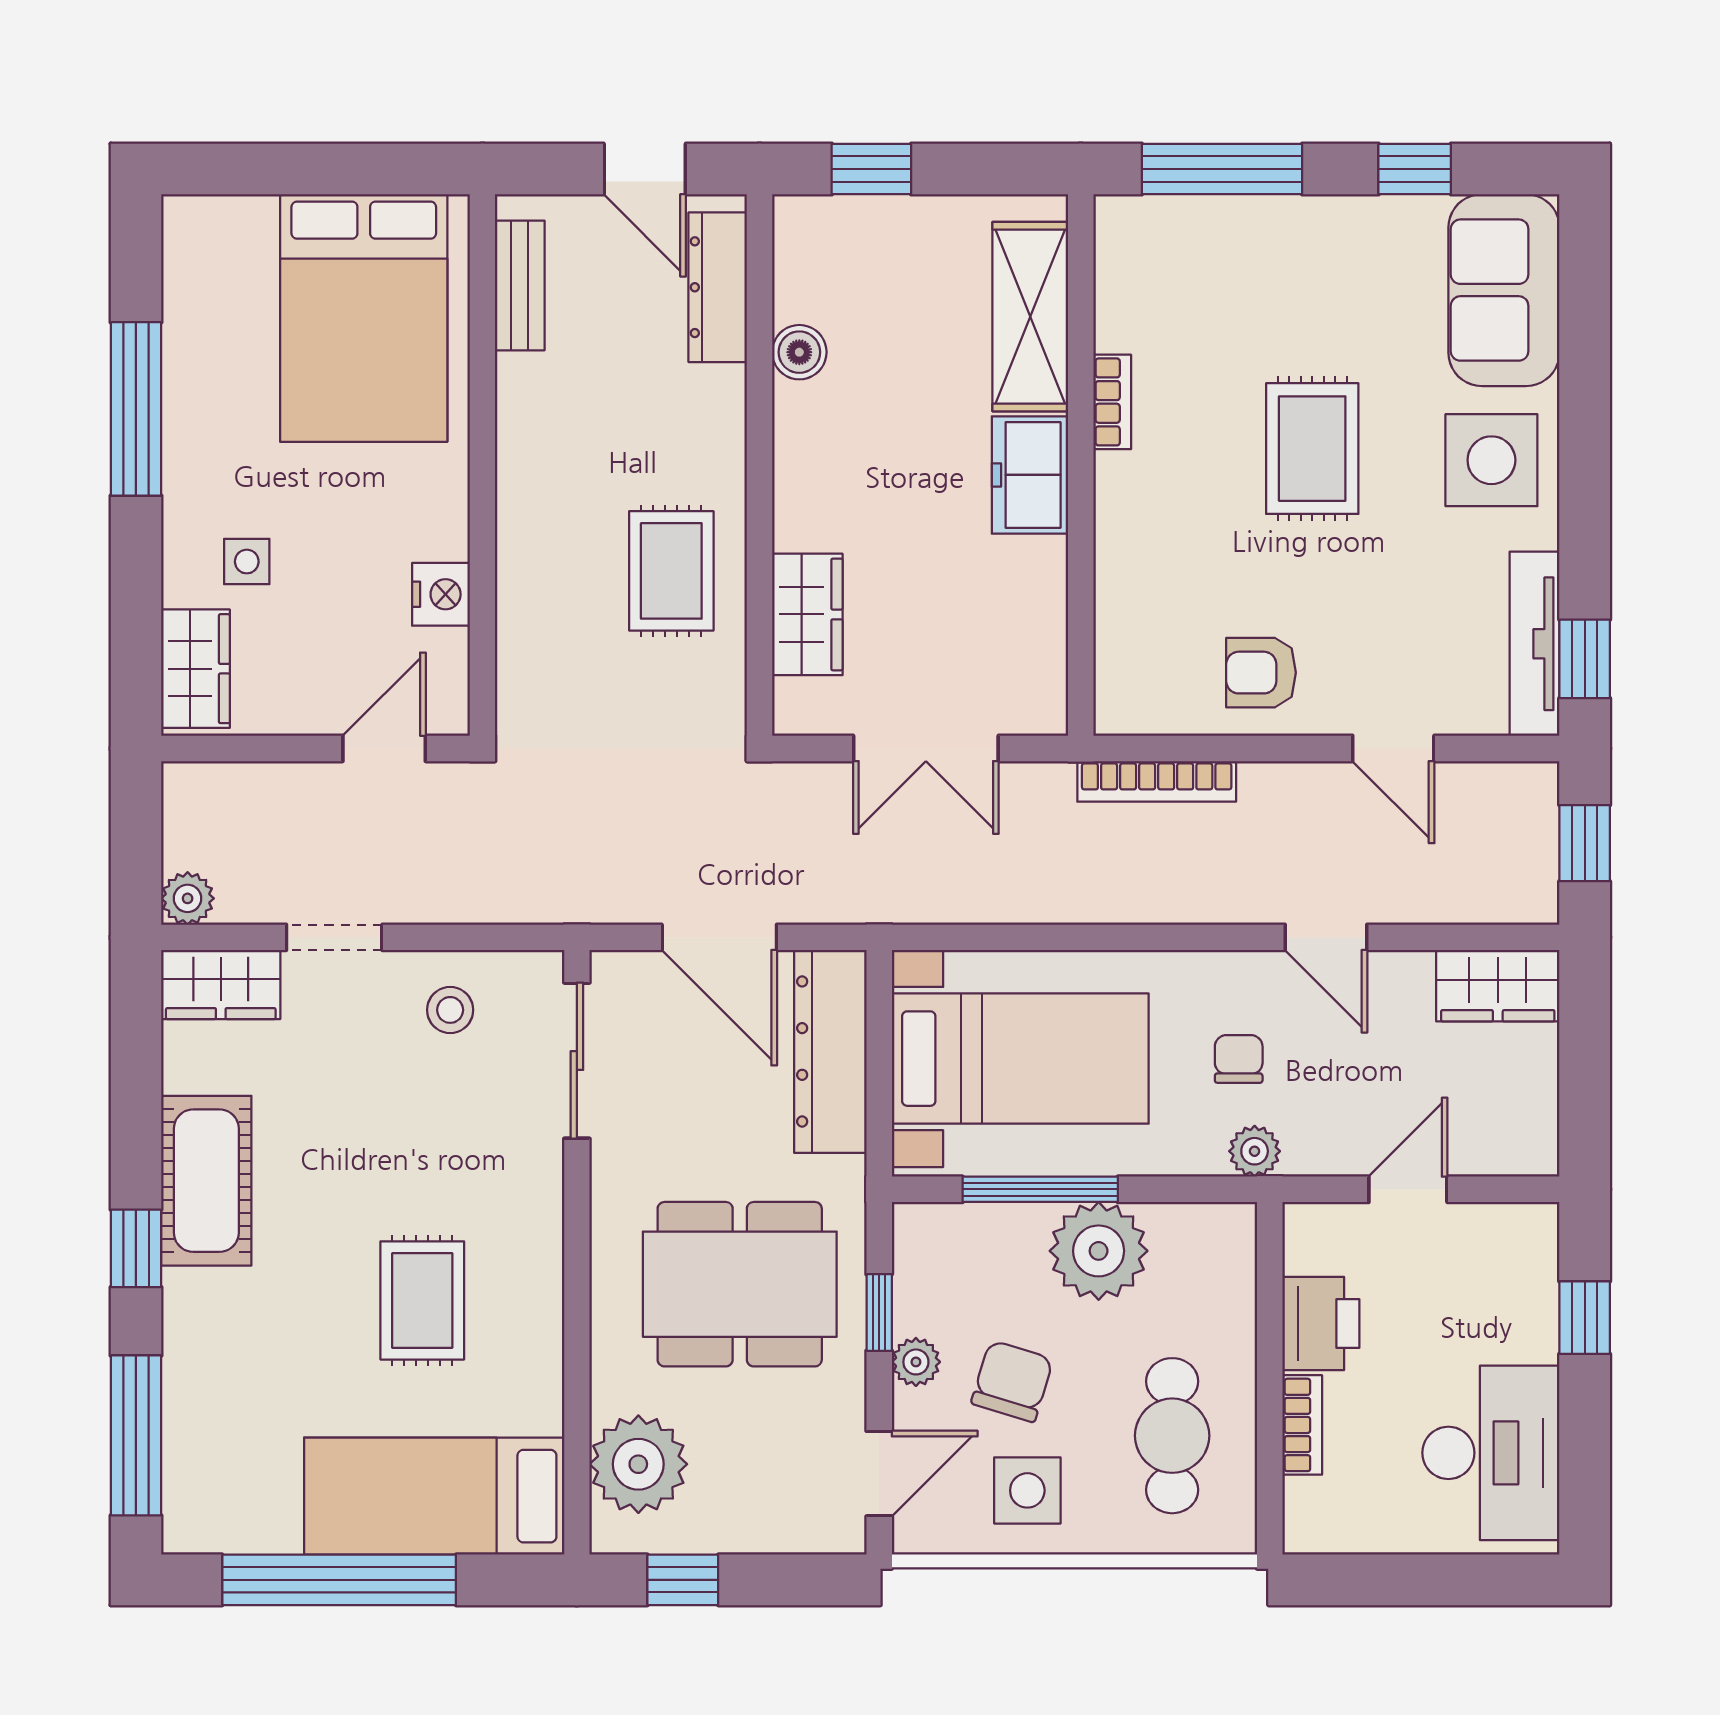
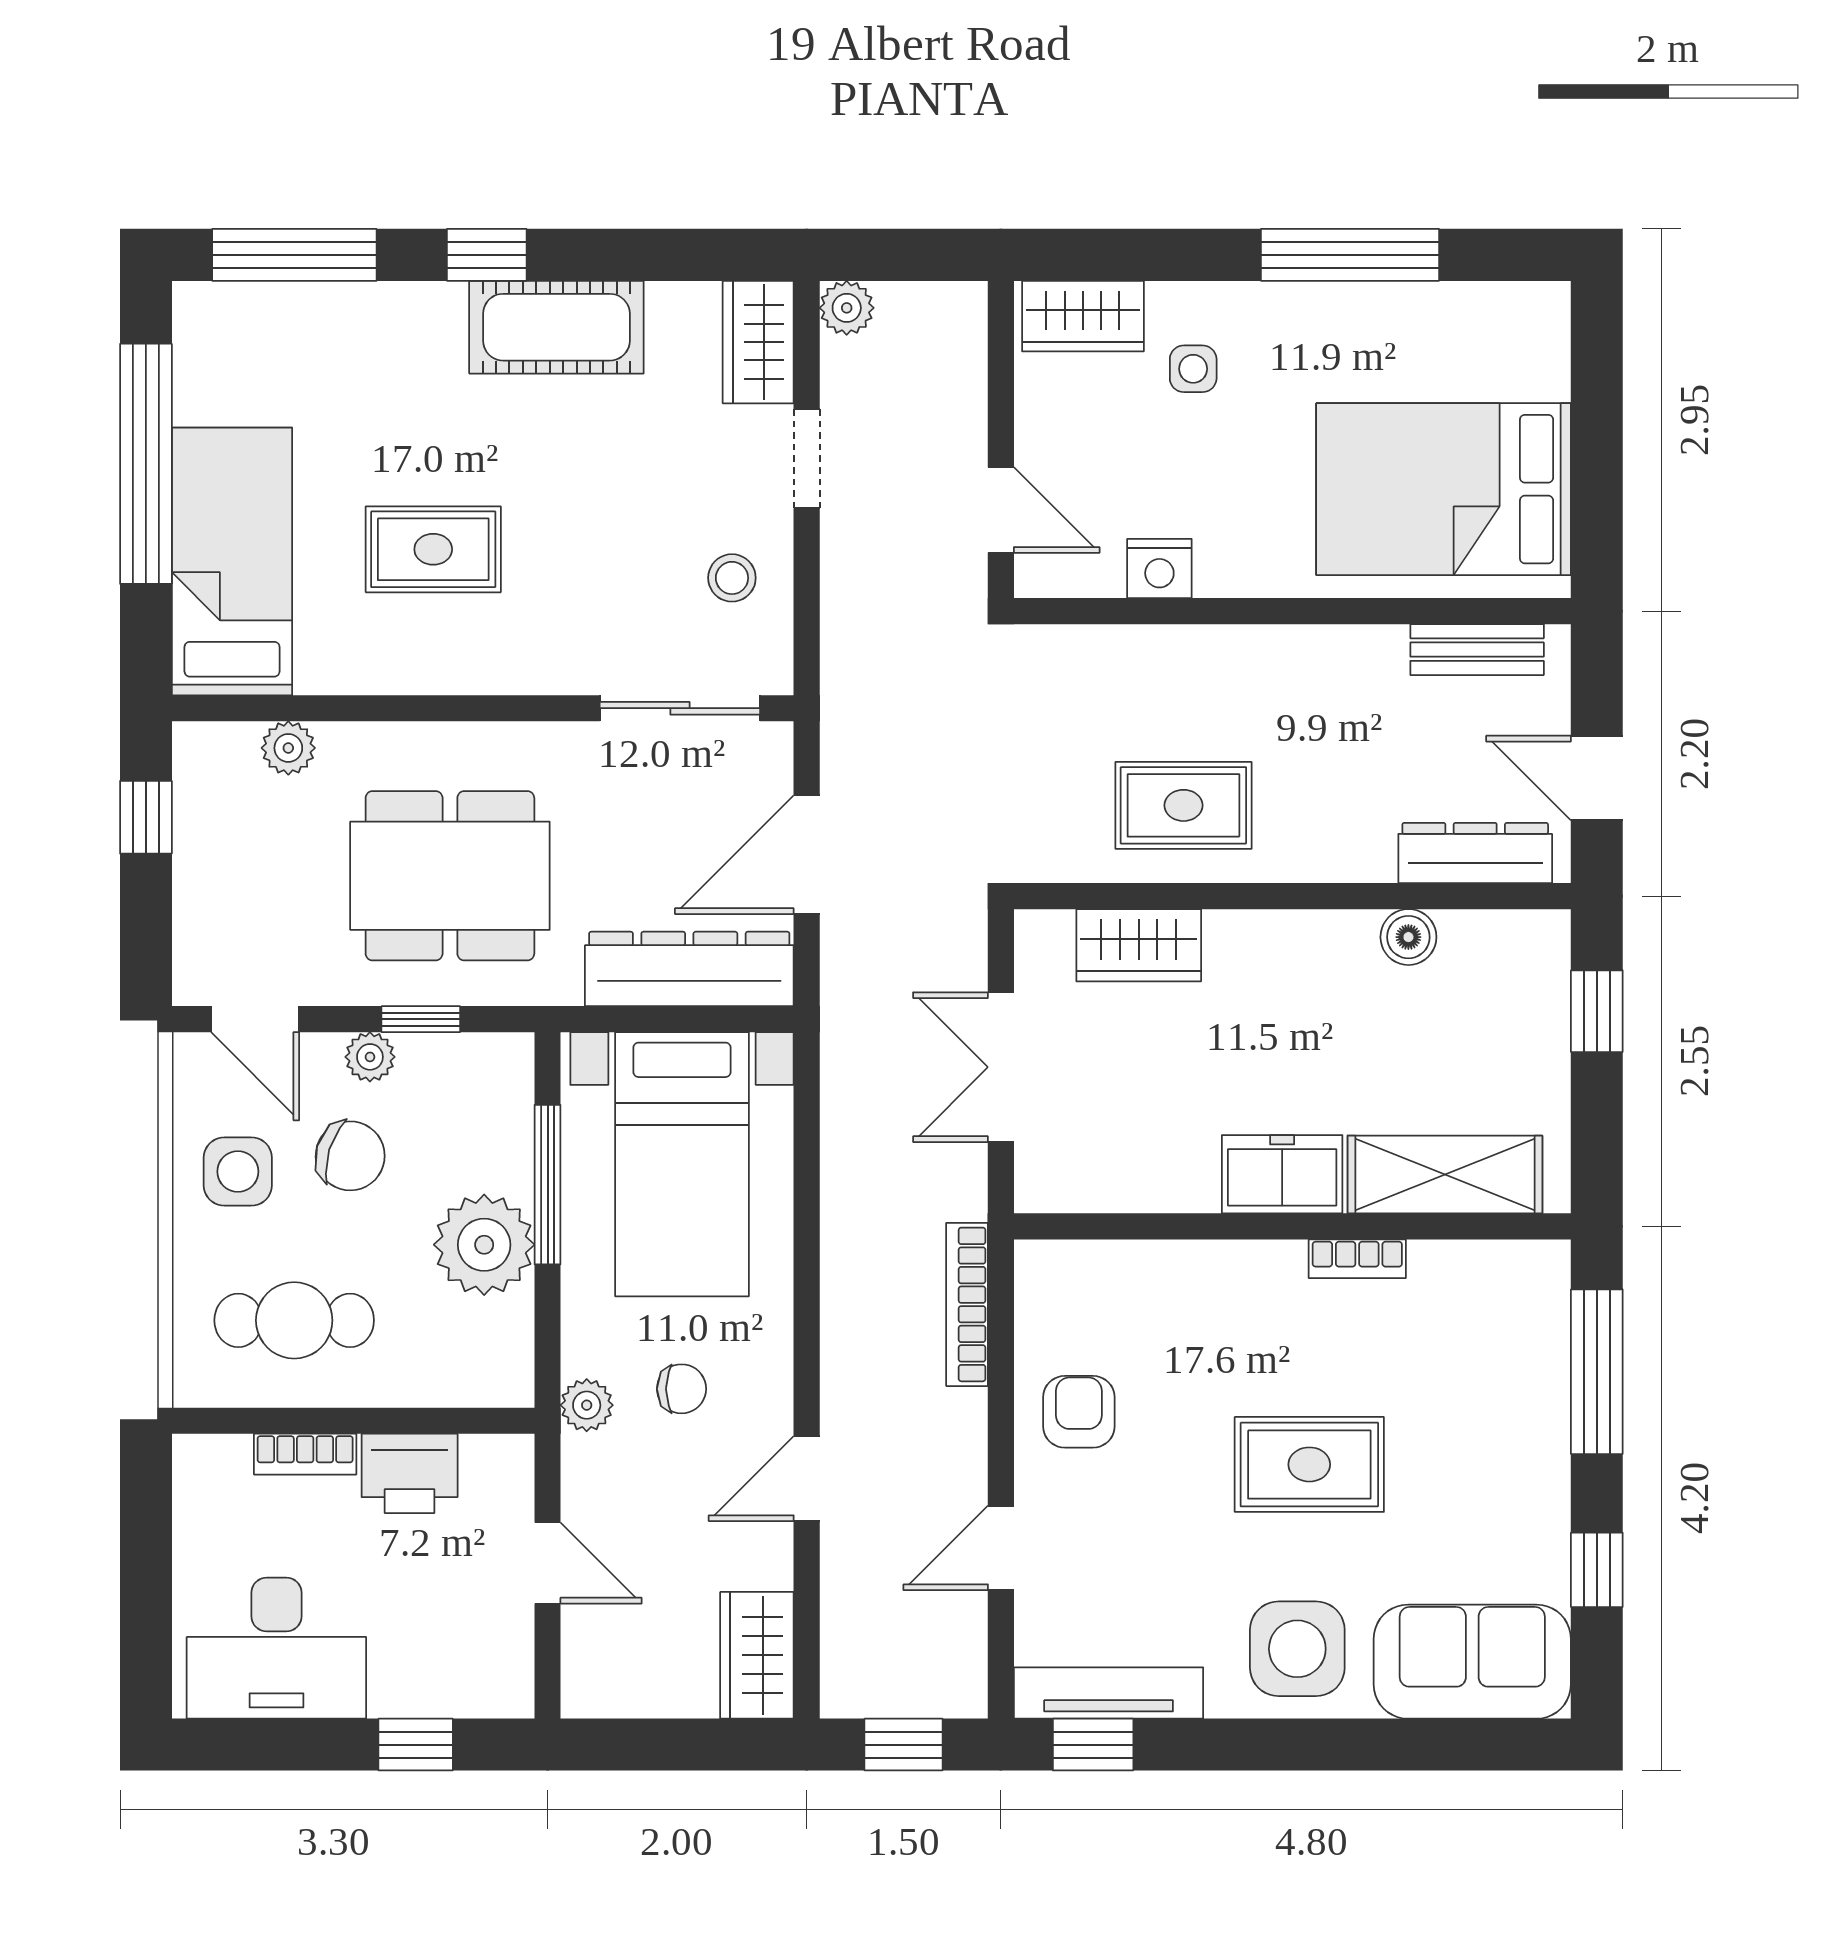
door: (645, 169) -> (1597, 778), hinge flipped
dining table: (740, 1284) -> (450, 876), turned 90
plant: (638, 1464) -> (288, 748), width x0.53, depth x0.53

